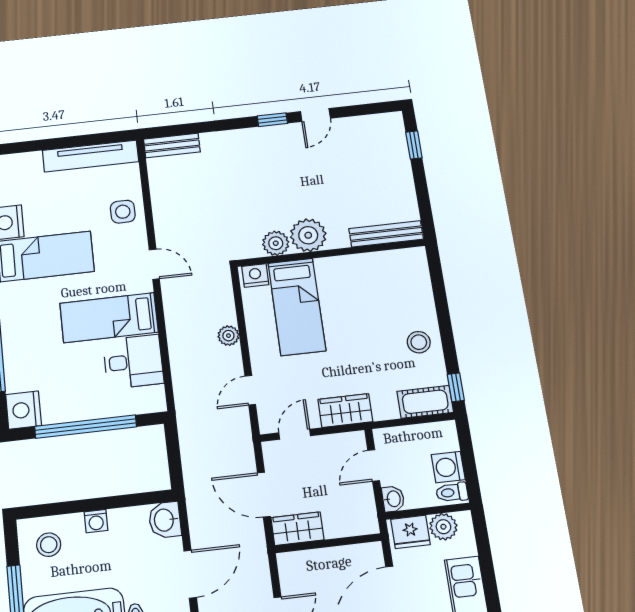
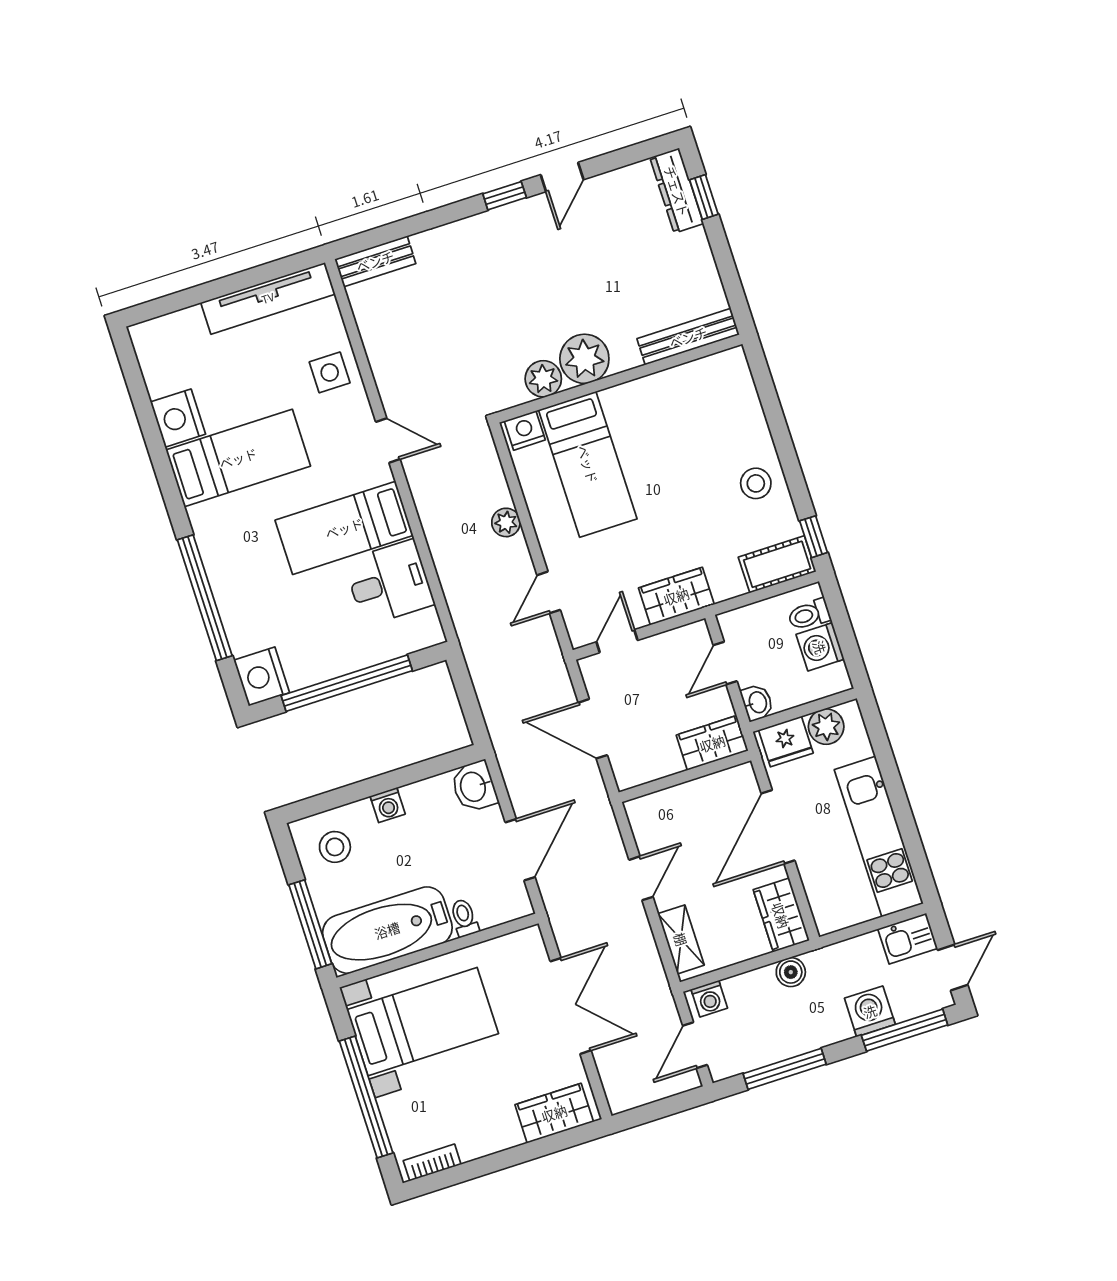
dresser: (395, 138) -> (677, 191), added
toilet: (452, 492) -> (809, 615), moved
wardrobe: (297, 529) -> (712, 743), moved

